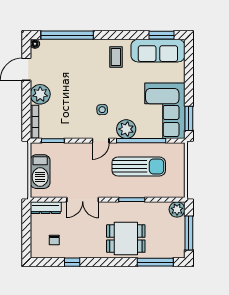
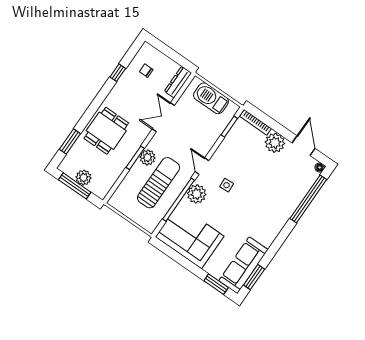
coffee table: (116, 57) -> (262, 227), removed
window: (189, 118) -> (216, 284), moved
sun lounger: (139, 166) -> (159, 183), turned 180
plant: (124, 190) -> (148, 157), added
plant: (177, 209) -> (84, 178), moved
window: (155, 262) -> (70, 141), width x0.69

